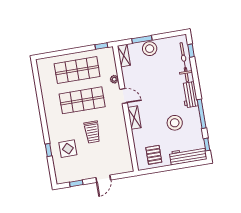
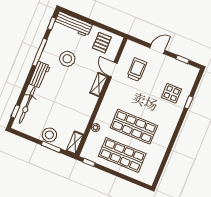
door: (123, 96) -> (113, 70), moved
trolley: (92, 132) -> (137, 70), moved

